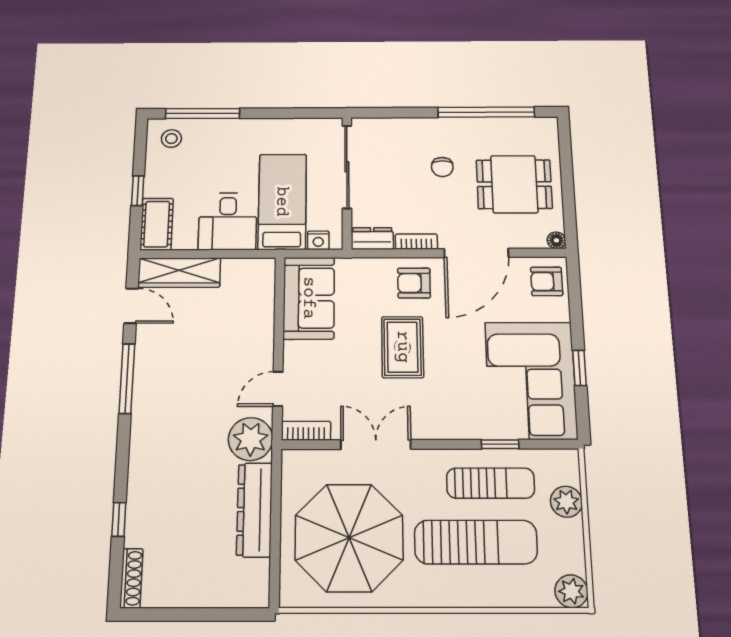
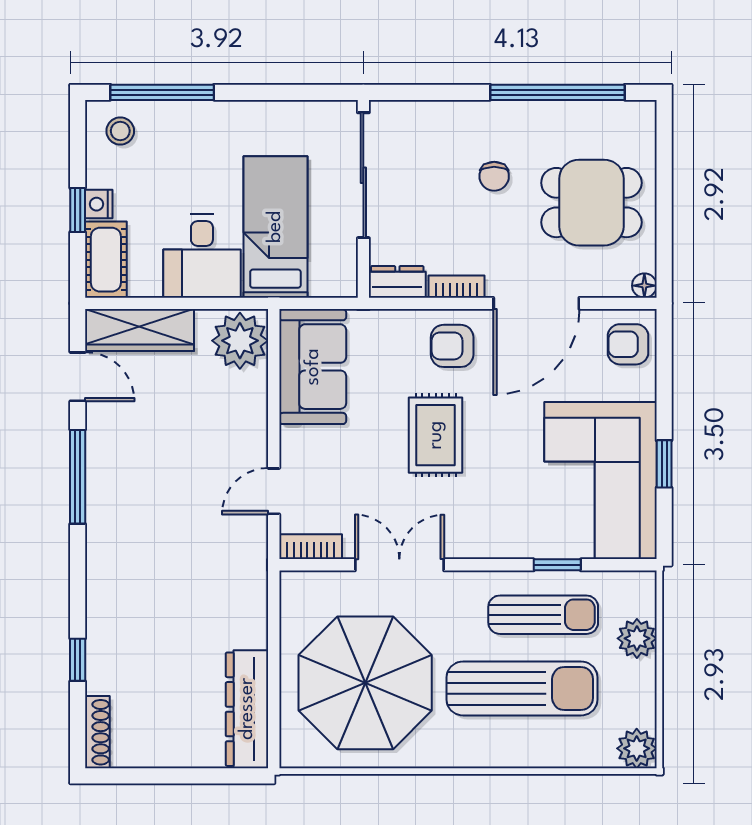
nightstand: (318, 240) -> (99, 204), moved, turned 90
plant: (251, 439) -> (240, 341), moved
dresser: (254, 510) -> (247, 709), moved

